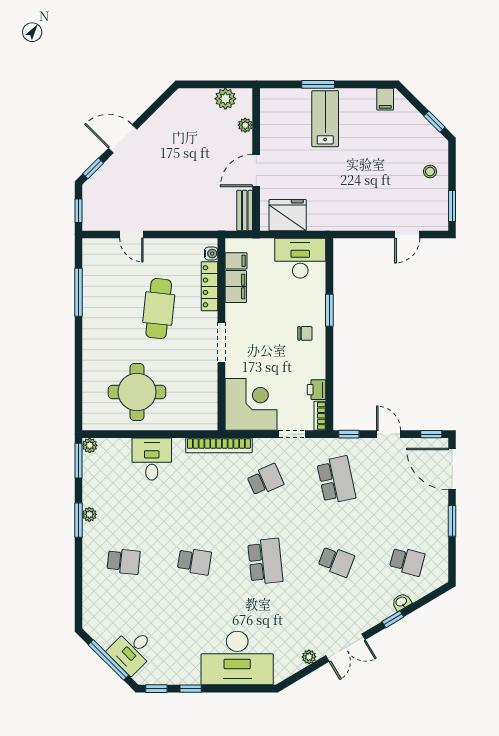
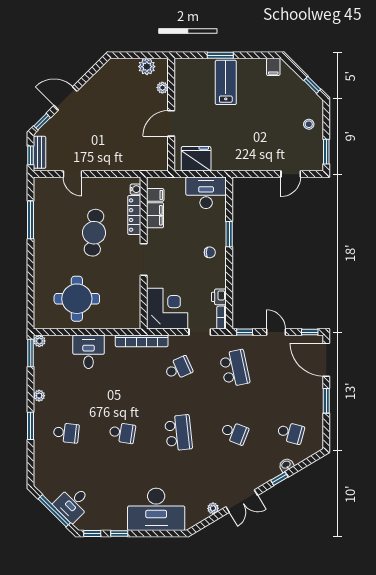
bench: (245, 211) -> (40, 152), moved
window: (79, 520) -> (31, 426), moved

